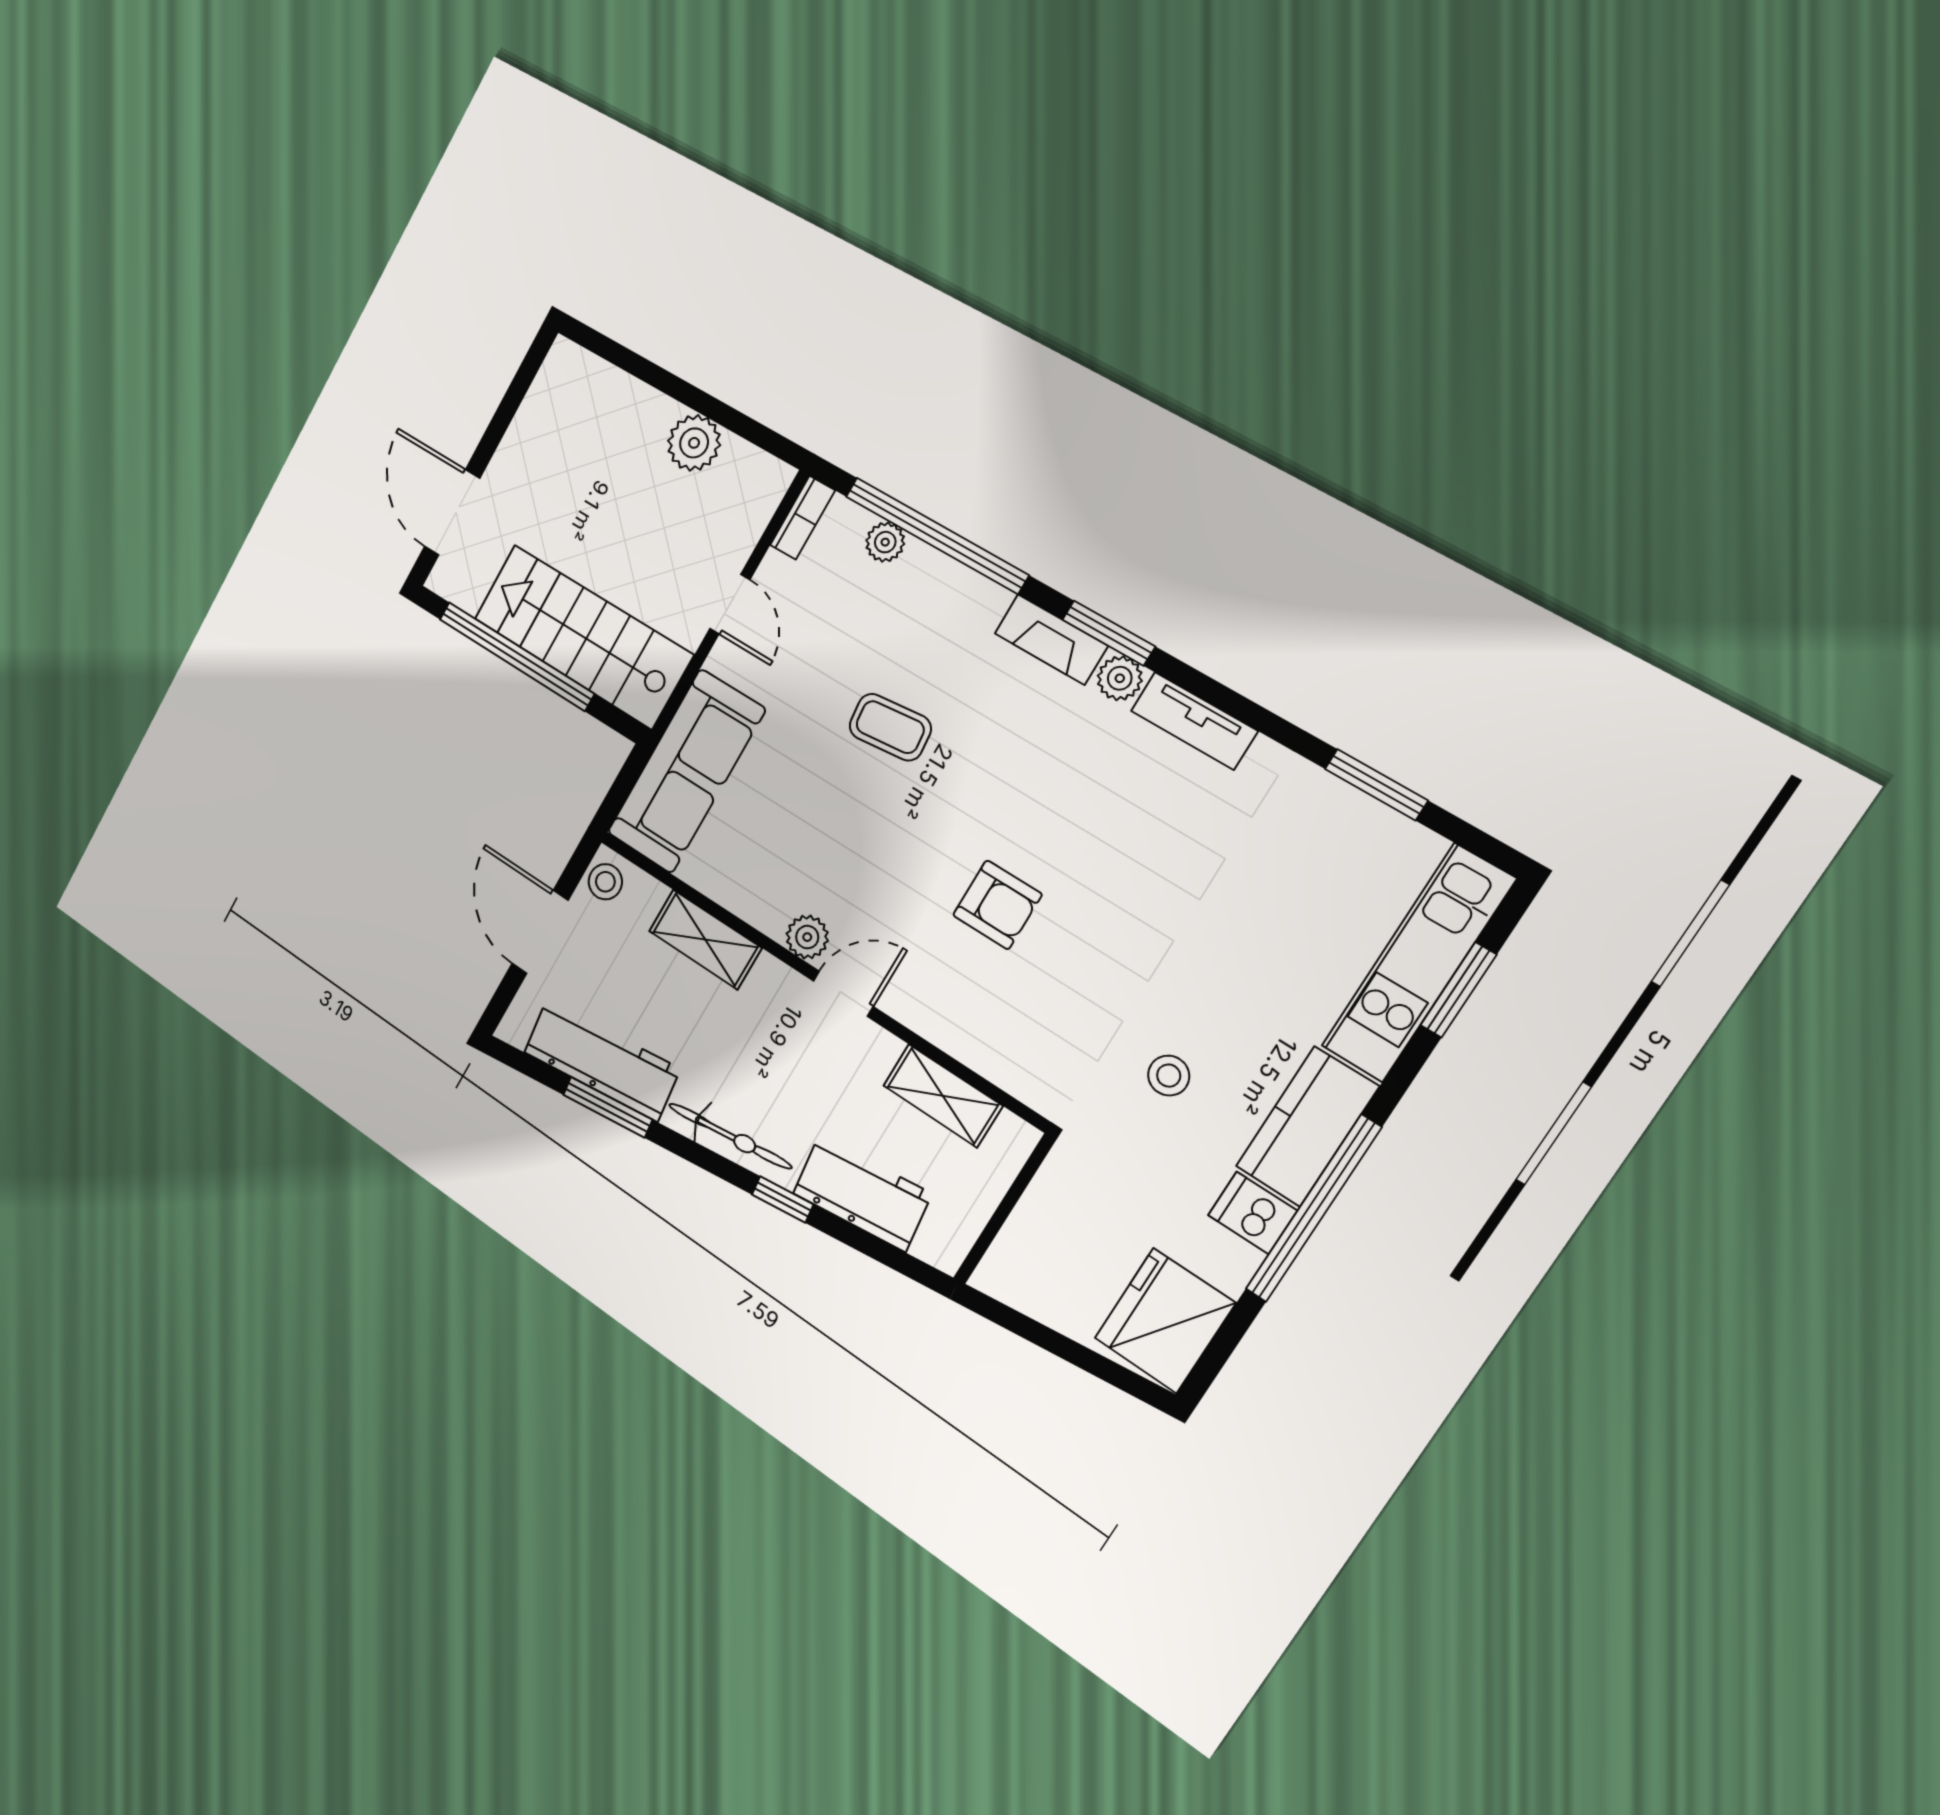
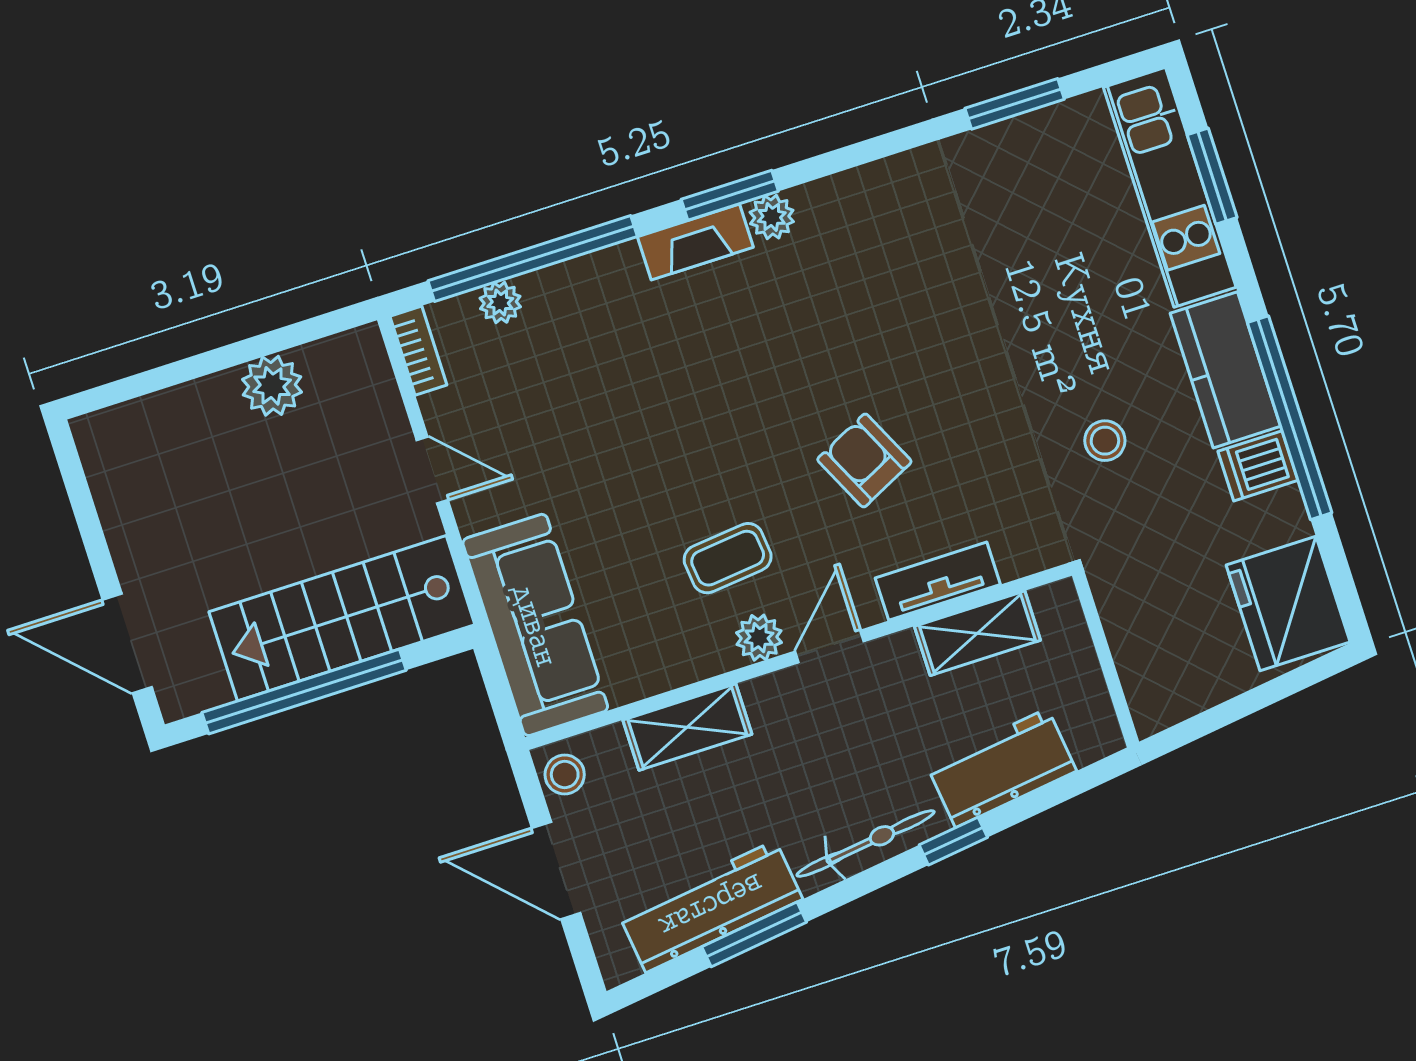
tv unit: (1194, 721) -> (938, 581), moved, turned 180
coffee table: (890, 727) -> (728, 558), moved
armchair: (997, 905) -> (864, 460), turned -116

